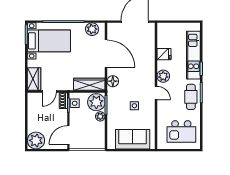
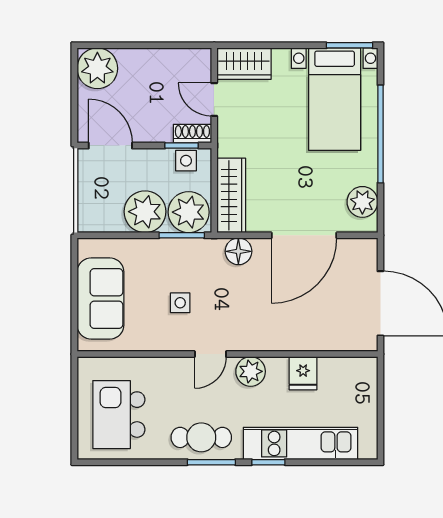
plant: (100, 116) -> (145, 212), width x1.88, depth x1.88

